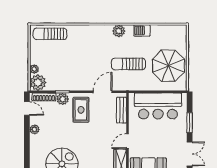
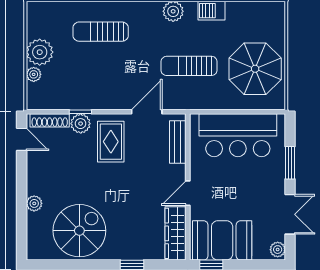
sun lounger: (50, 34) -> (101, 32), moved
plant: (38, 83) -> (40, 52), moved
plant: (35, 129) -> (34, 203), moved

